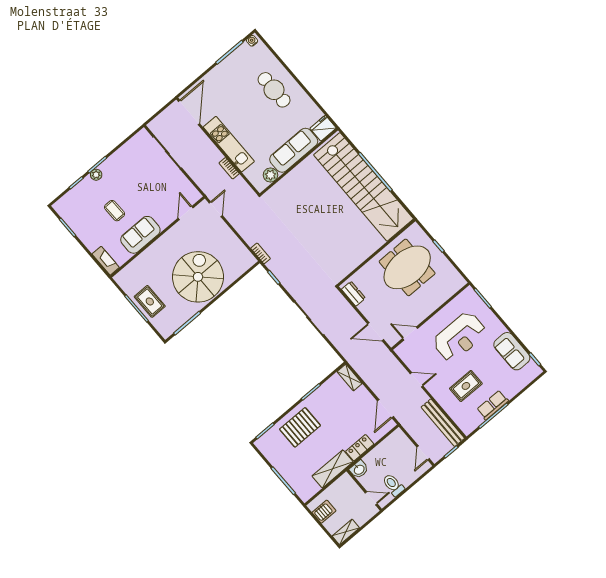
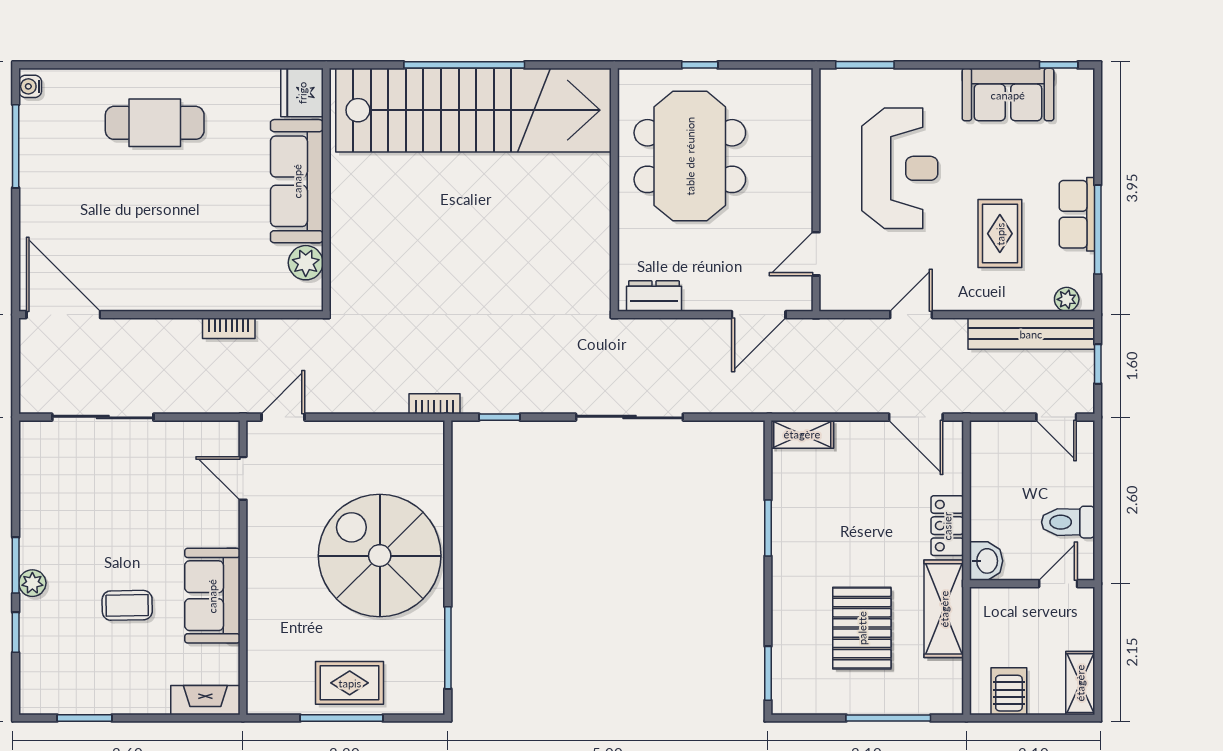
kitchen unit: (229, 144) -> (184, 291), removed
door: (216, 209) -> (283, 417), hinge flipped
plant: (463, 425) -> (1067, 299), added
pallet: (300, 427) -> (862, 628), moved

